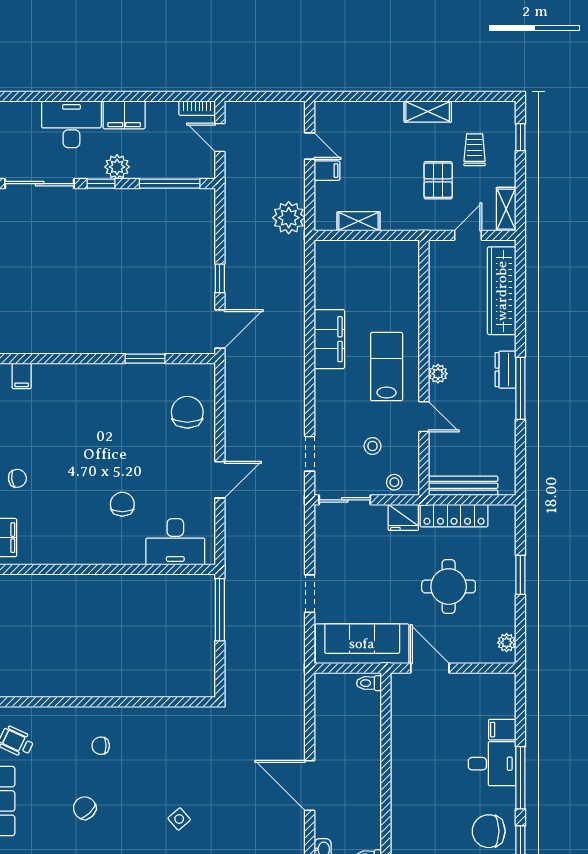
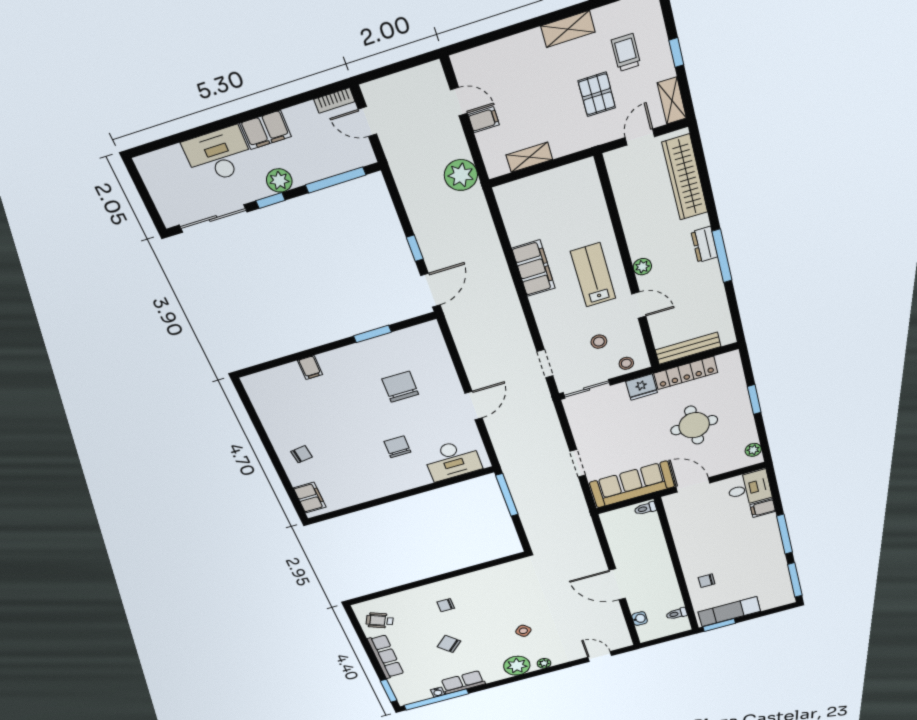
window: (520, 137) -> (676, 53), moved
filing cabinet: (22, 376) -> (310, 368), moved
chair: (187, 412) -> (400, 387), moved
desk: (492, 764) -> (749, 488), moved
chair: (489, 831) -> (707, 581), moved, width x0.54, depth x0.54

